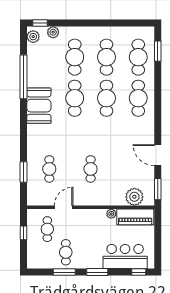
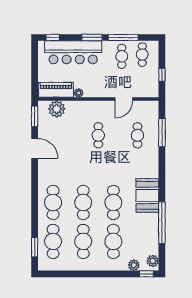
window: (24, 172) -> (162, 132), width x1.44
cafe table: (47, 229) -> (142, 55), moved
bar counter: (125, 257) -> (73, 52), width x1.36
window: (64, 272) -> (123, 37), width x1.44

